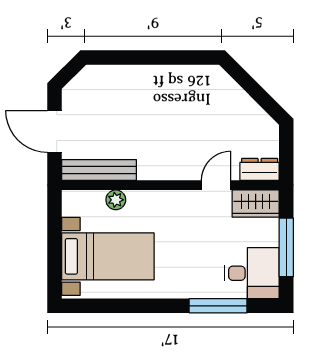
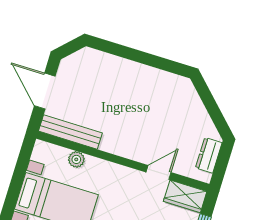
dresser: (260, 169) -> (209, 155), moved, turned -90

